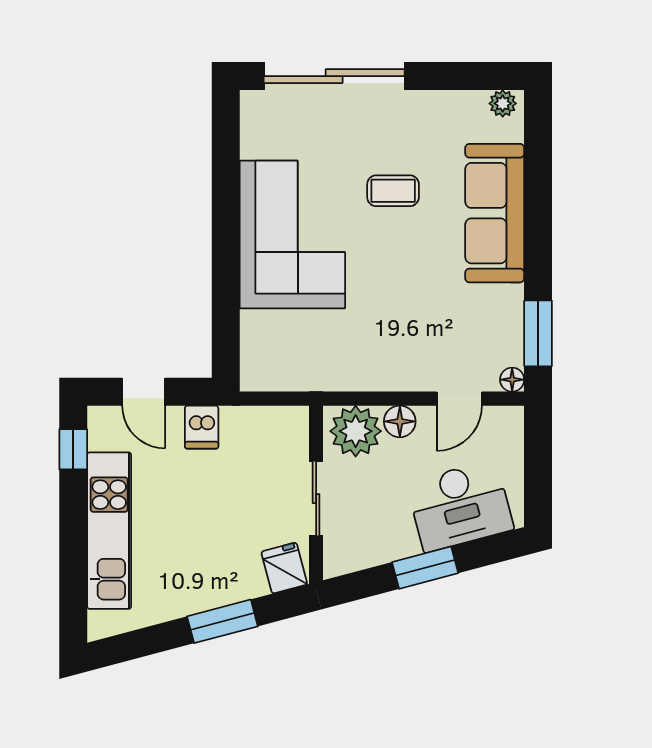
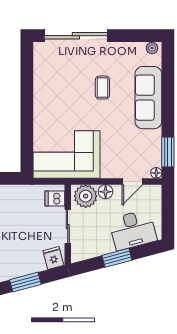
coffee table: (393, 191) -> (102, 88), turned 90
corner sofa: (292, 234) -> (67, 155), moved, turned -90
dishwasher: (202, 427) -> (55, 199), moved, turned 90

